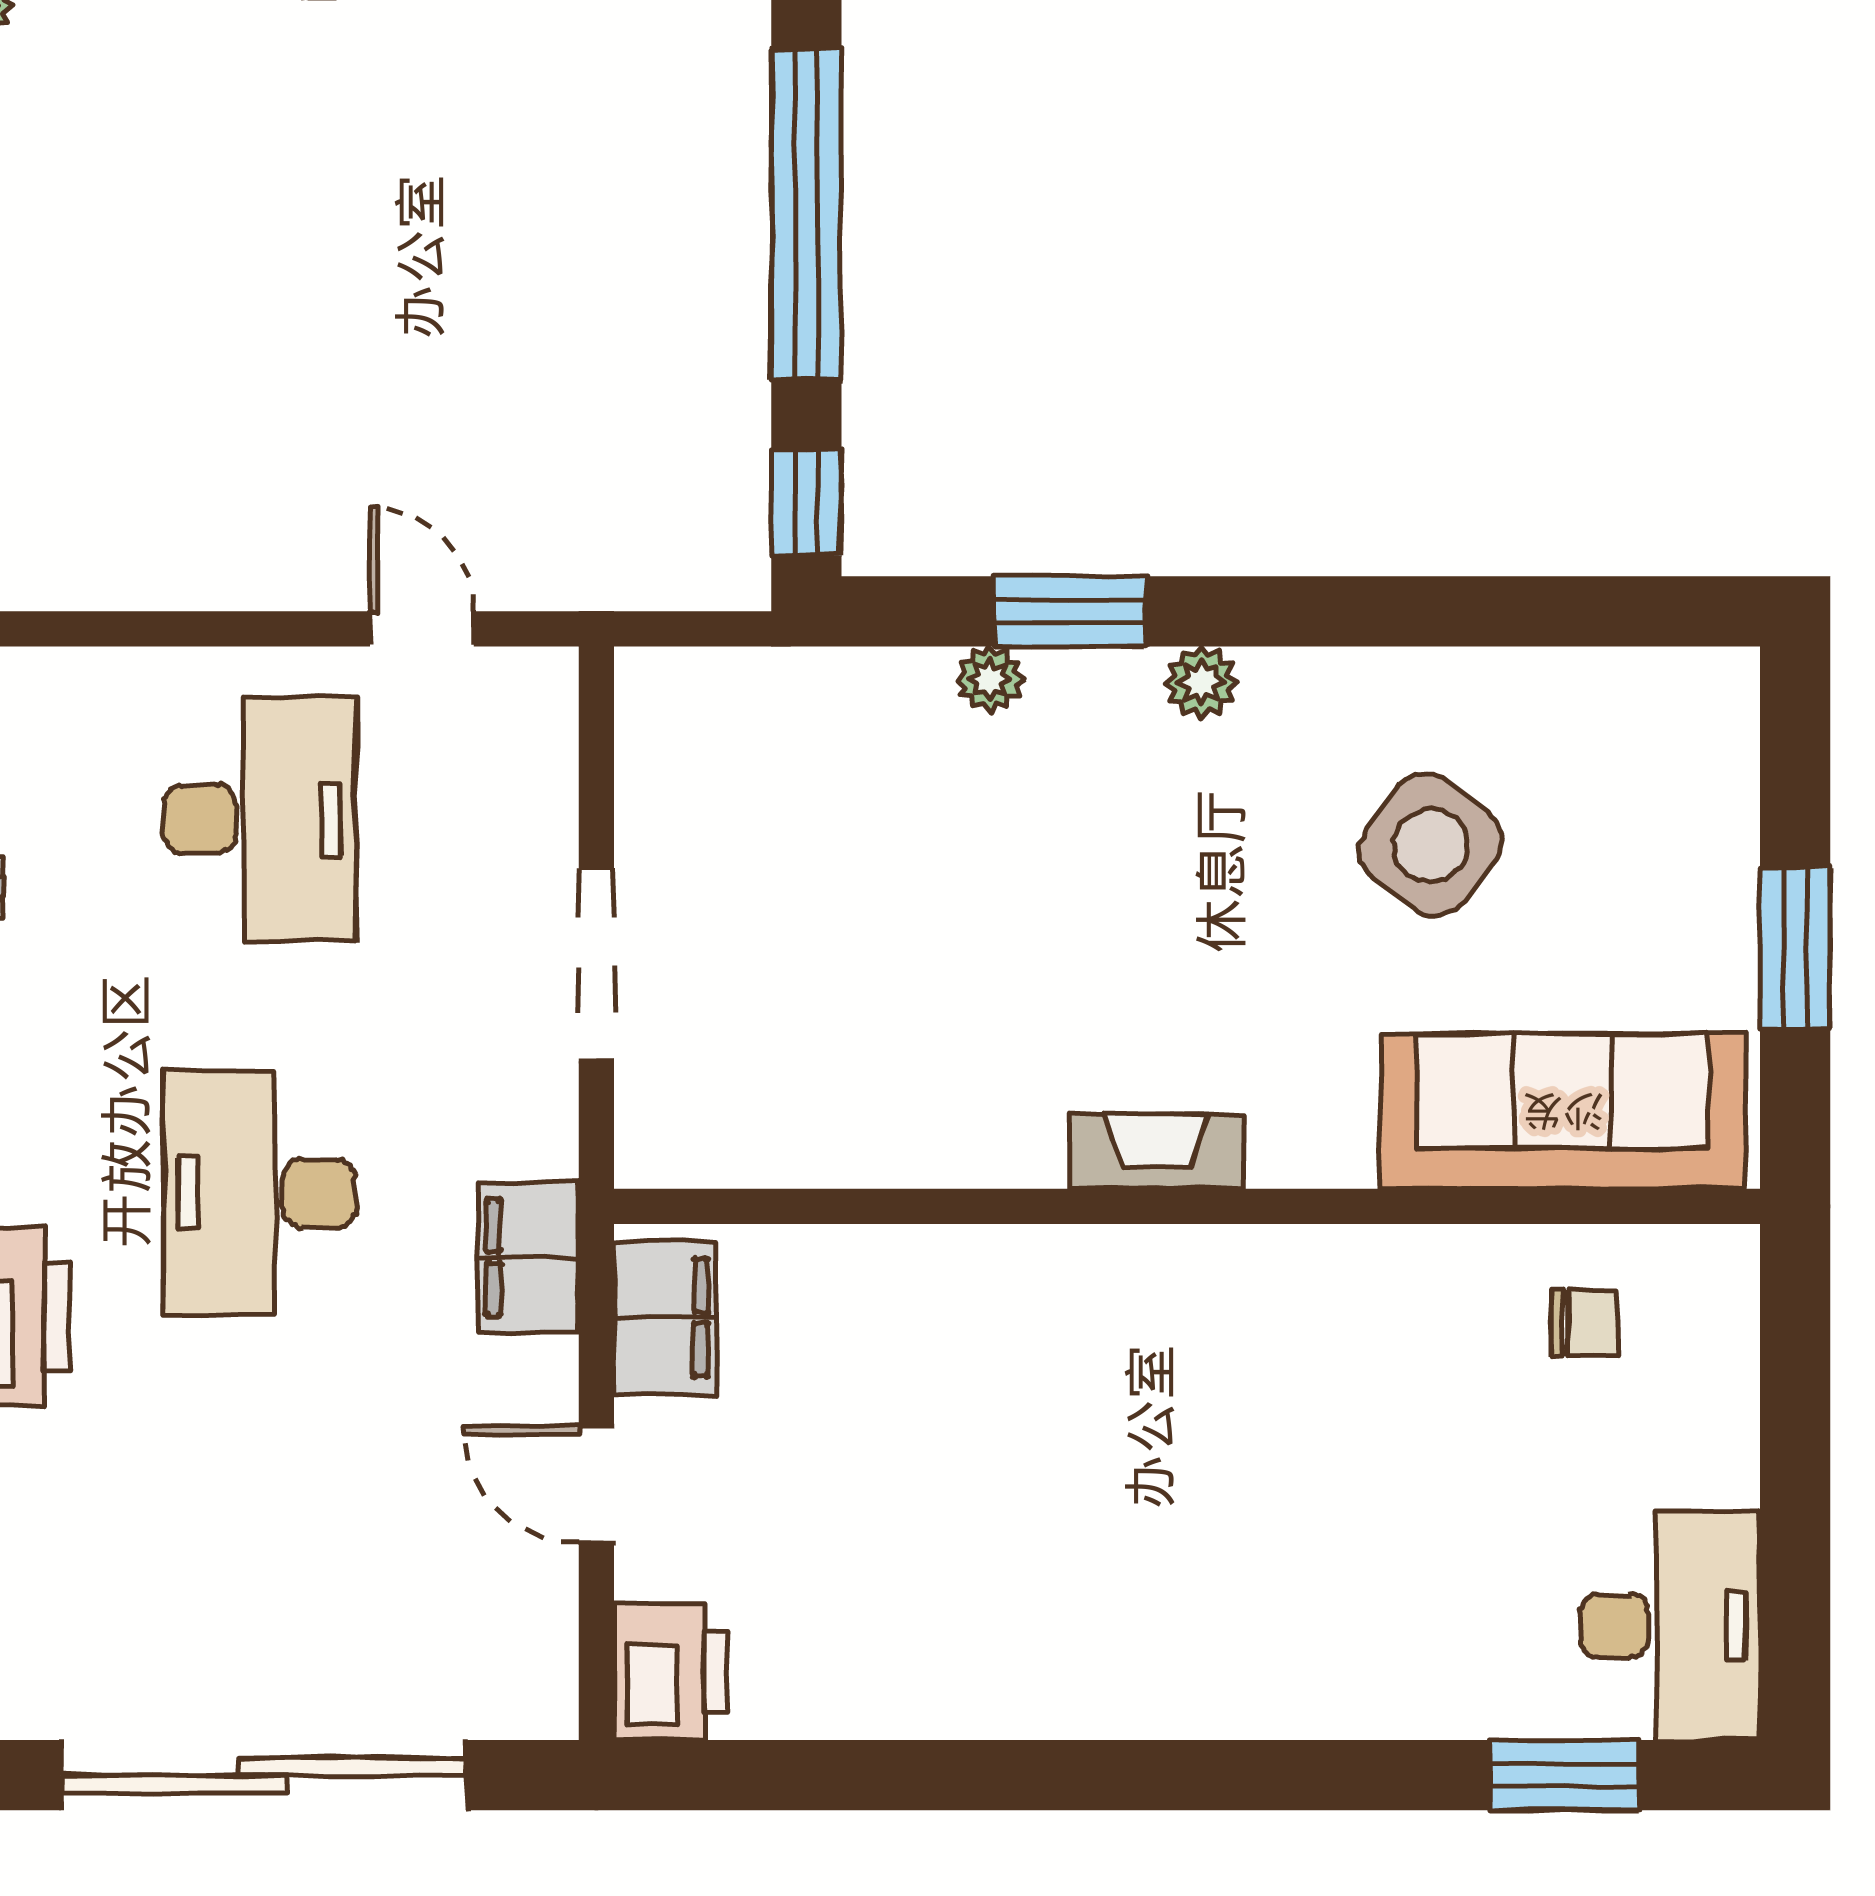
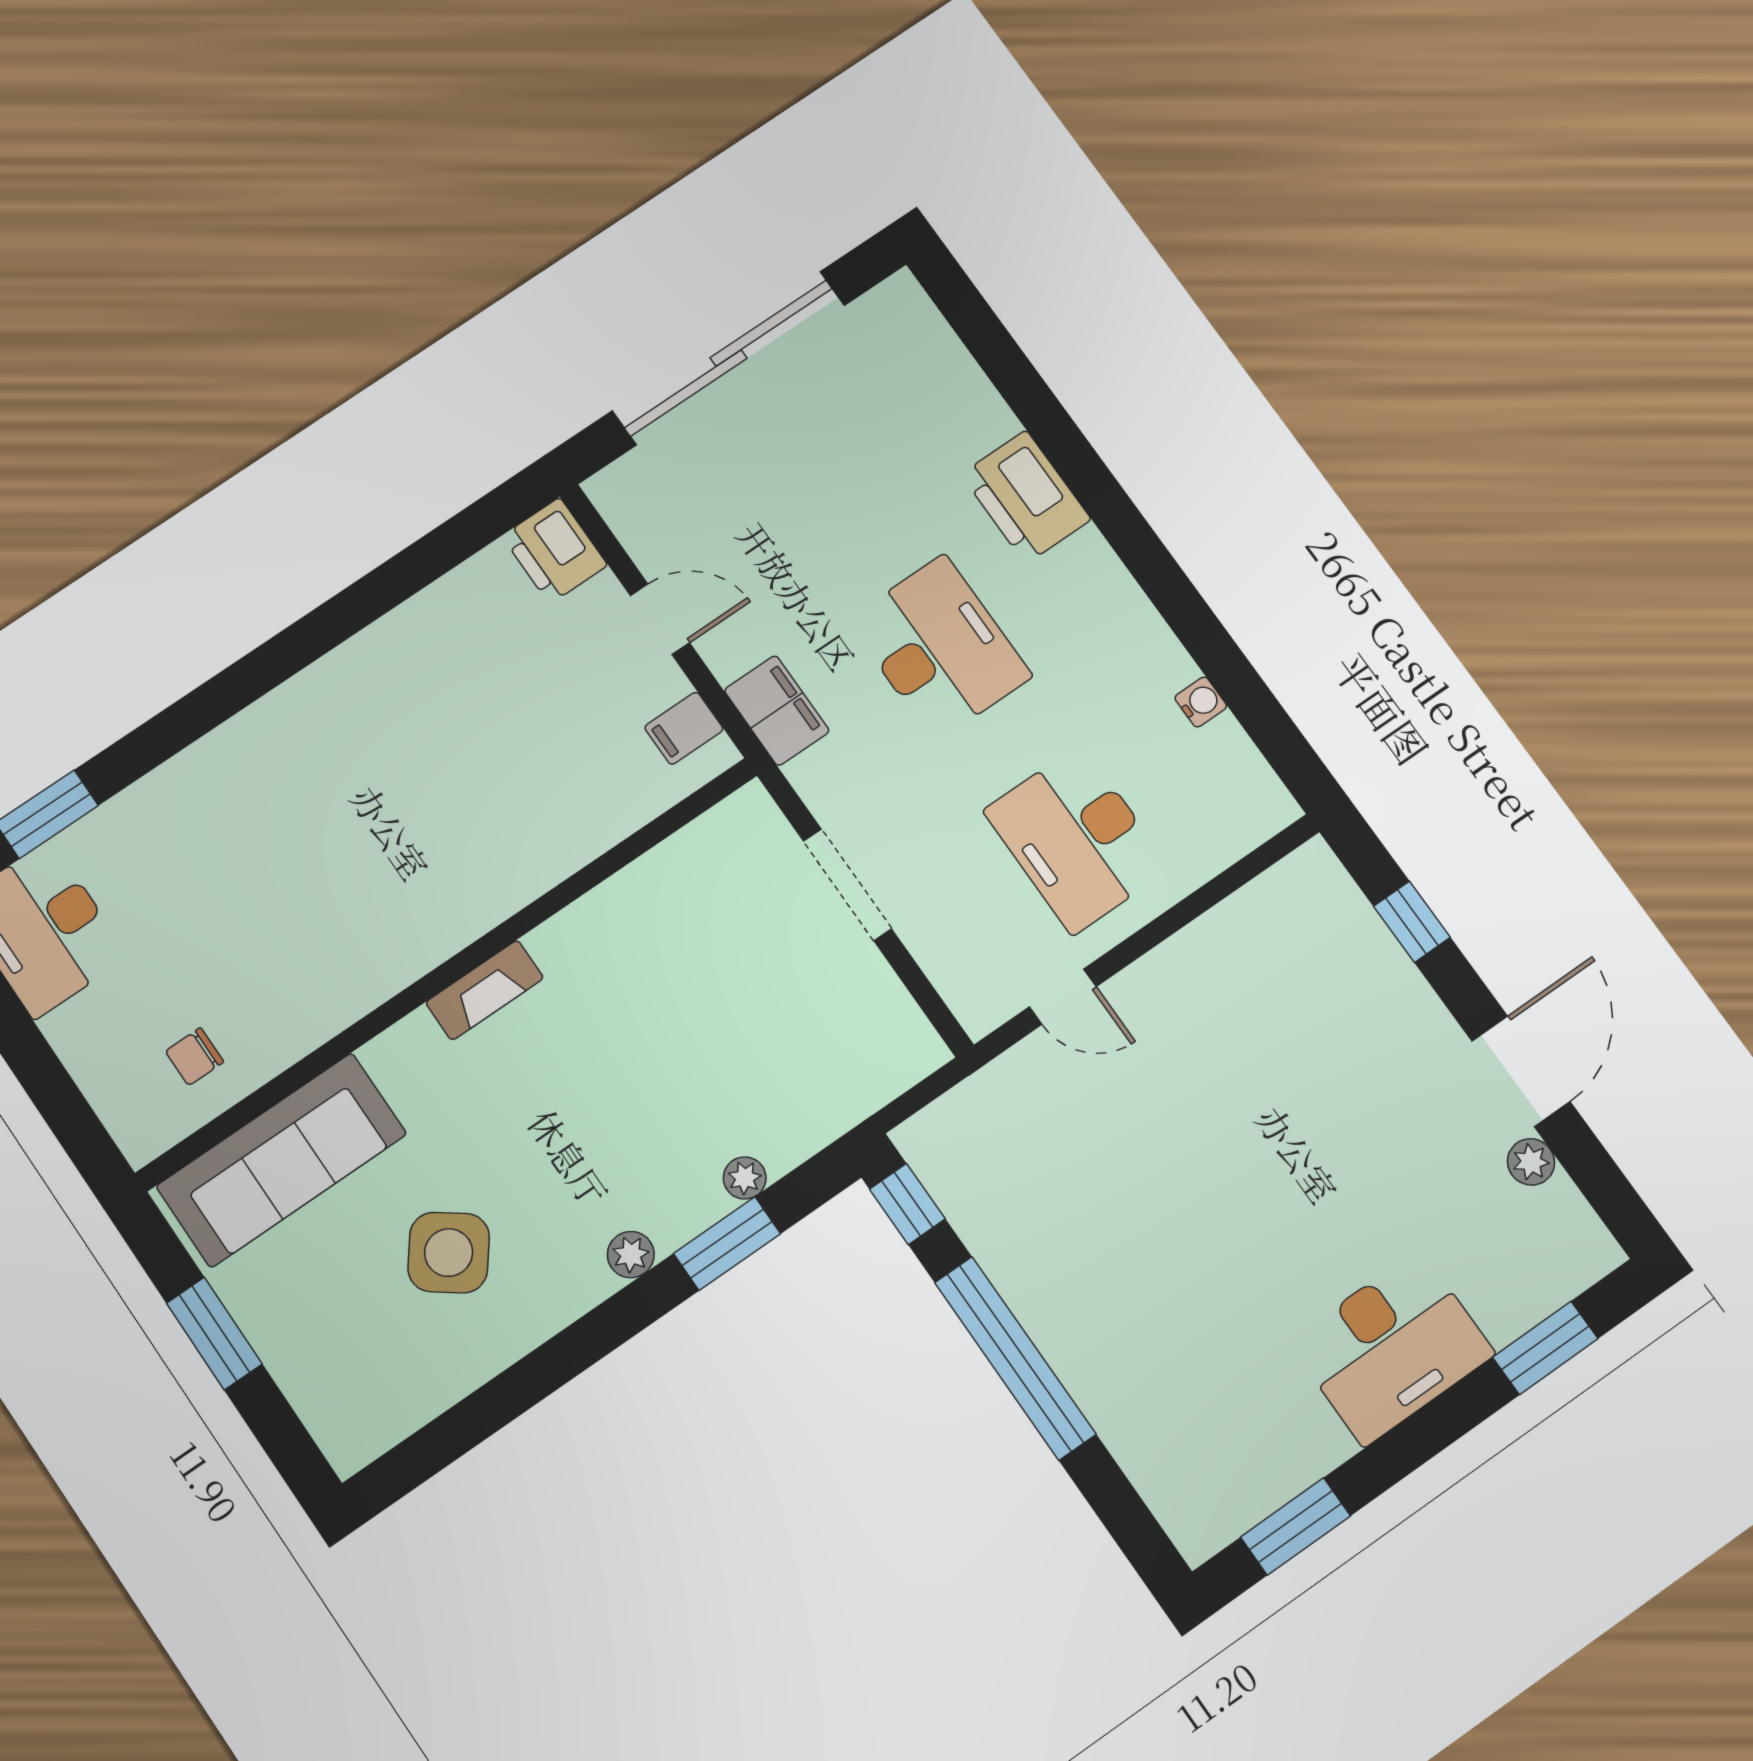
filing cabinet: (665, 1318) -> (684, 728), width x0.50

